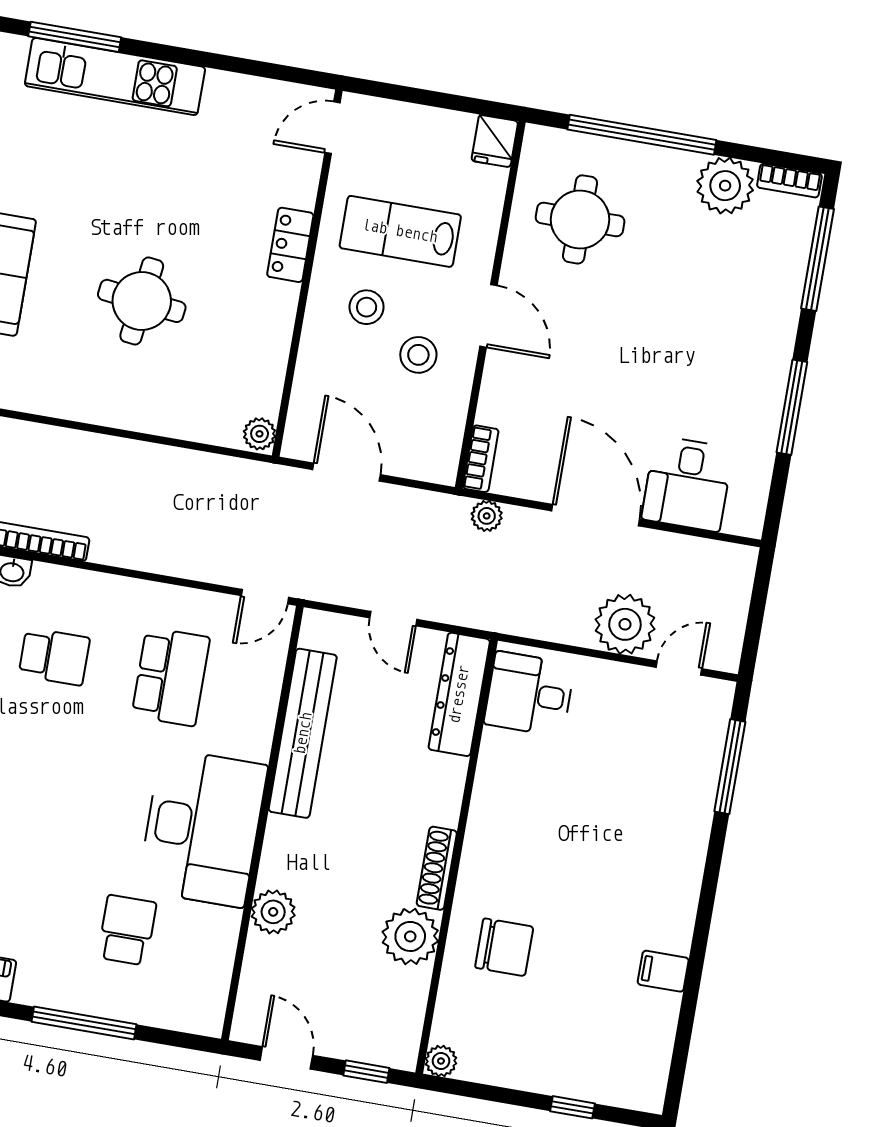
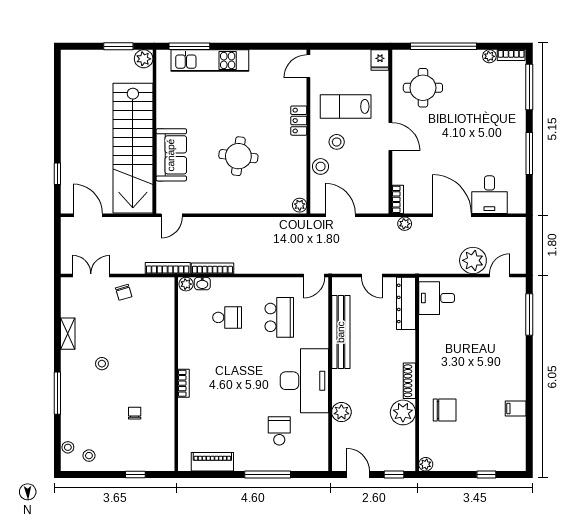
plant: (725, 186) -> (489, 56), width x0.53, depth x0.53
stool: (418, 355) -> (321, 166), moved

